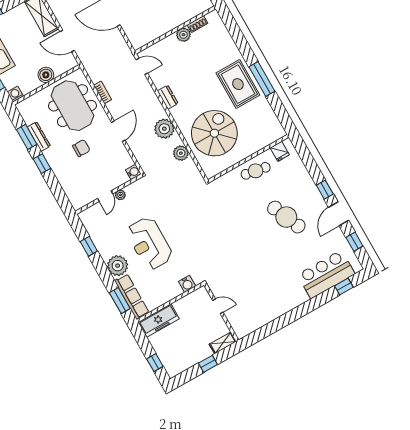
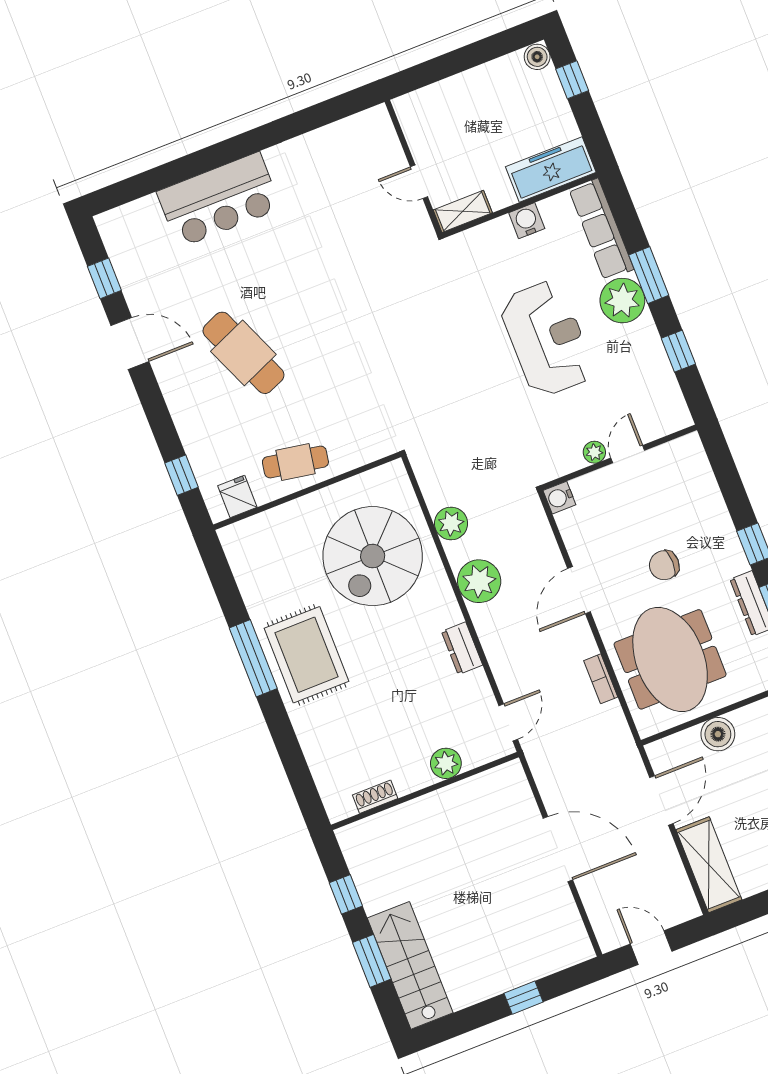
plant: (183, 35) -> (446, 763), moved
door: (67, 41) -> (661, 801), hinge flipped
door: (142, 66) -> (508, 722), swing flipped
window: (325, 190) -> (181, 475), moved
door: (339, 214) -> (130, 344), hinge flipped
bar counter: (326, 274) -> (219, 200), moved
water cooler: (187, 284) -> (527, 221), moved
window: (344, 287) -> (141, 185), removed
window: (120, 301) -> (649, 275), moved
shelving: (223, 343) -> (463, 211), moved
window: (208, 364) -> (458, 61), removed
boiler: (172, 371) -> (537, 57), added

